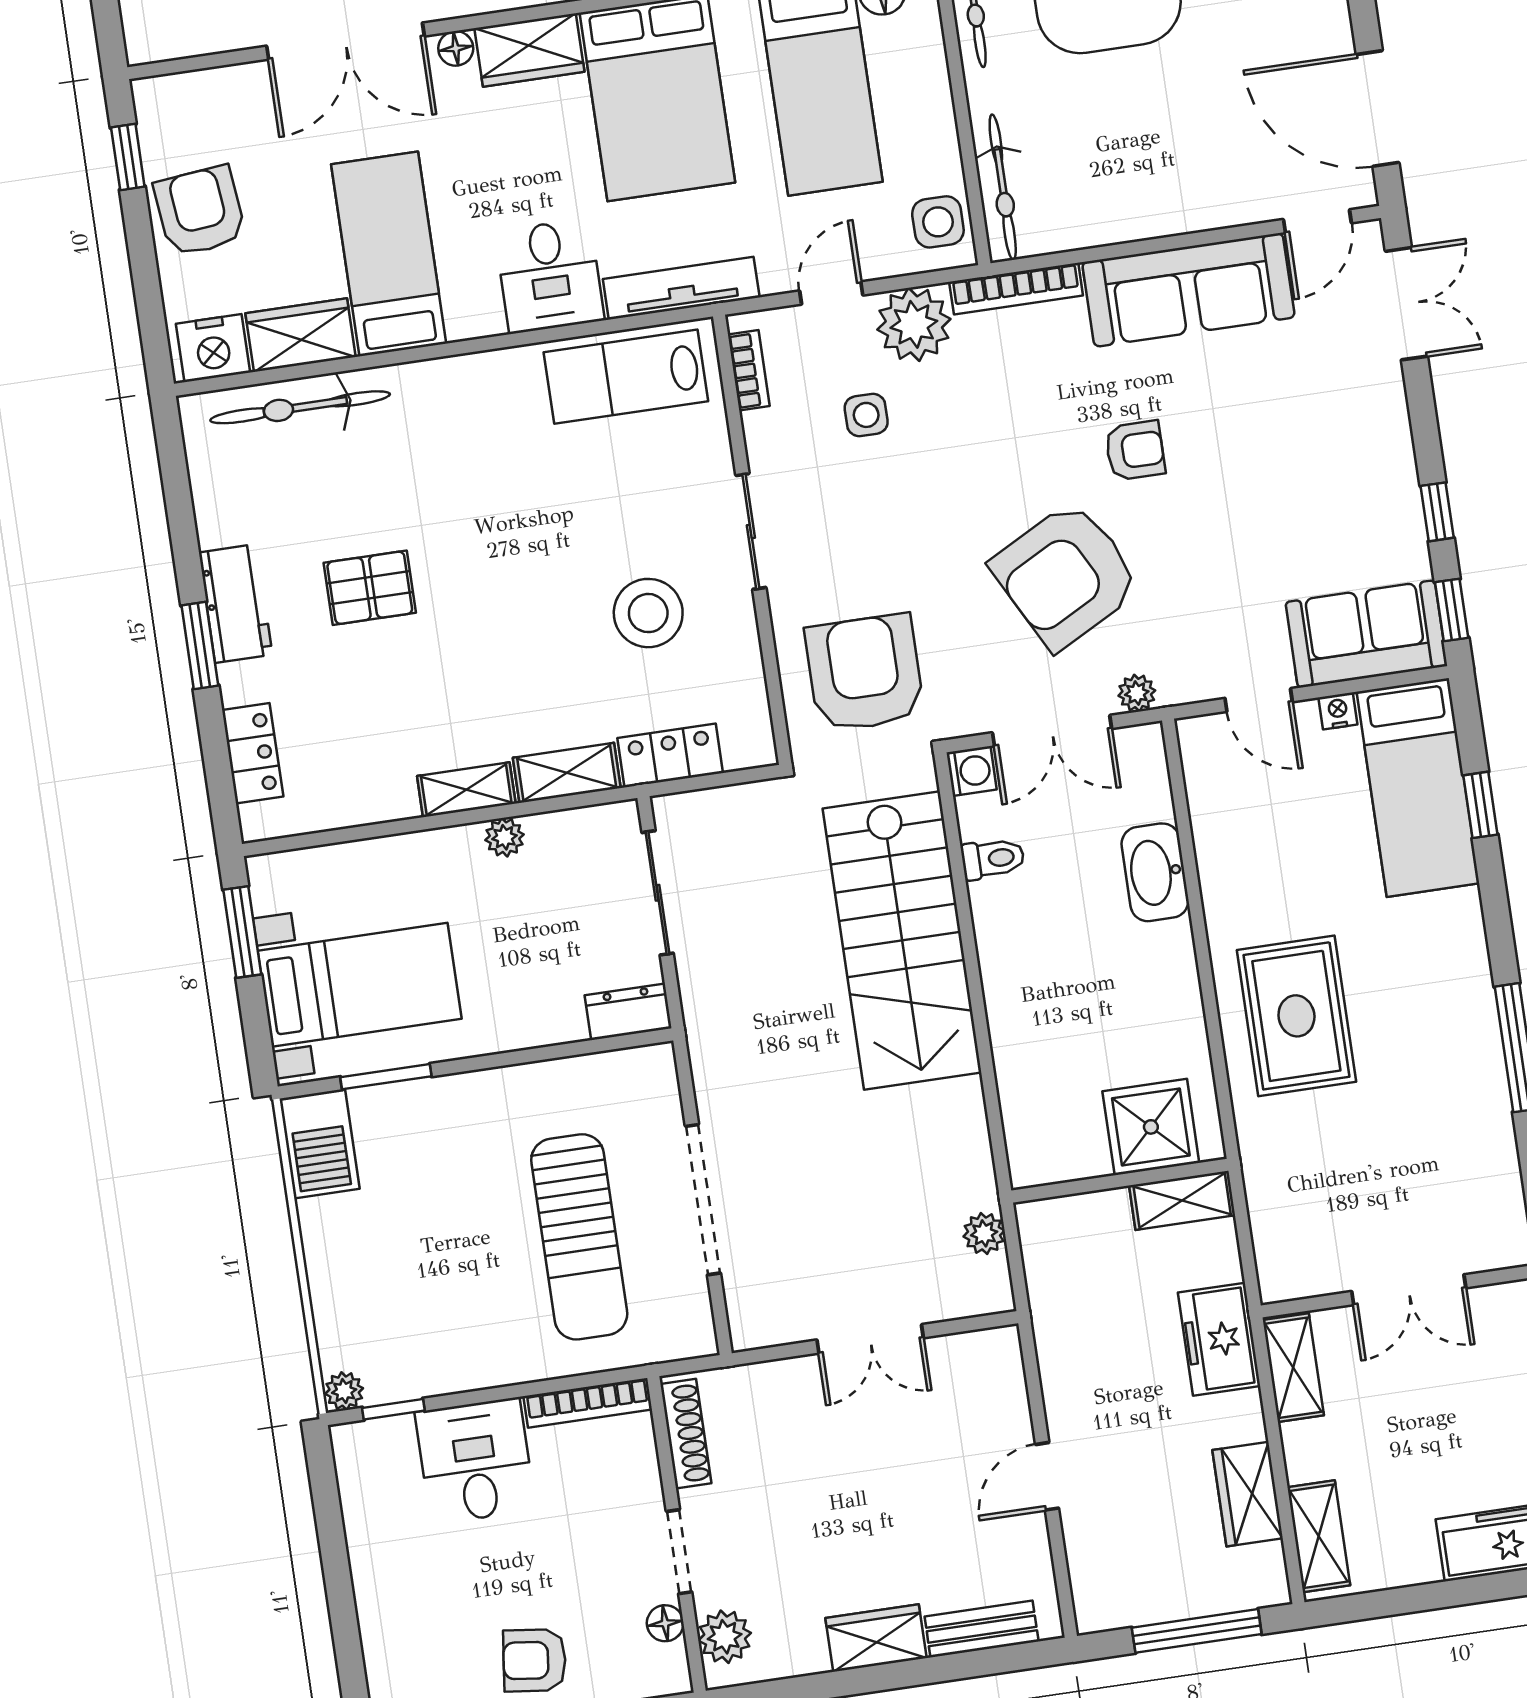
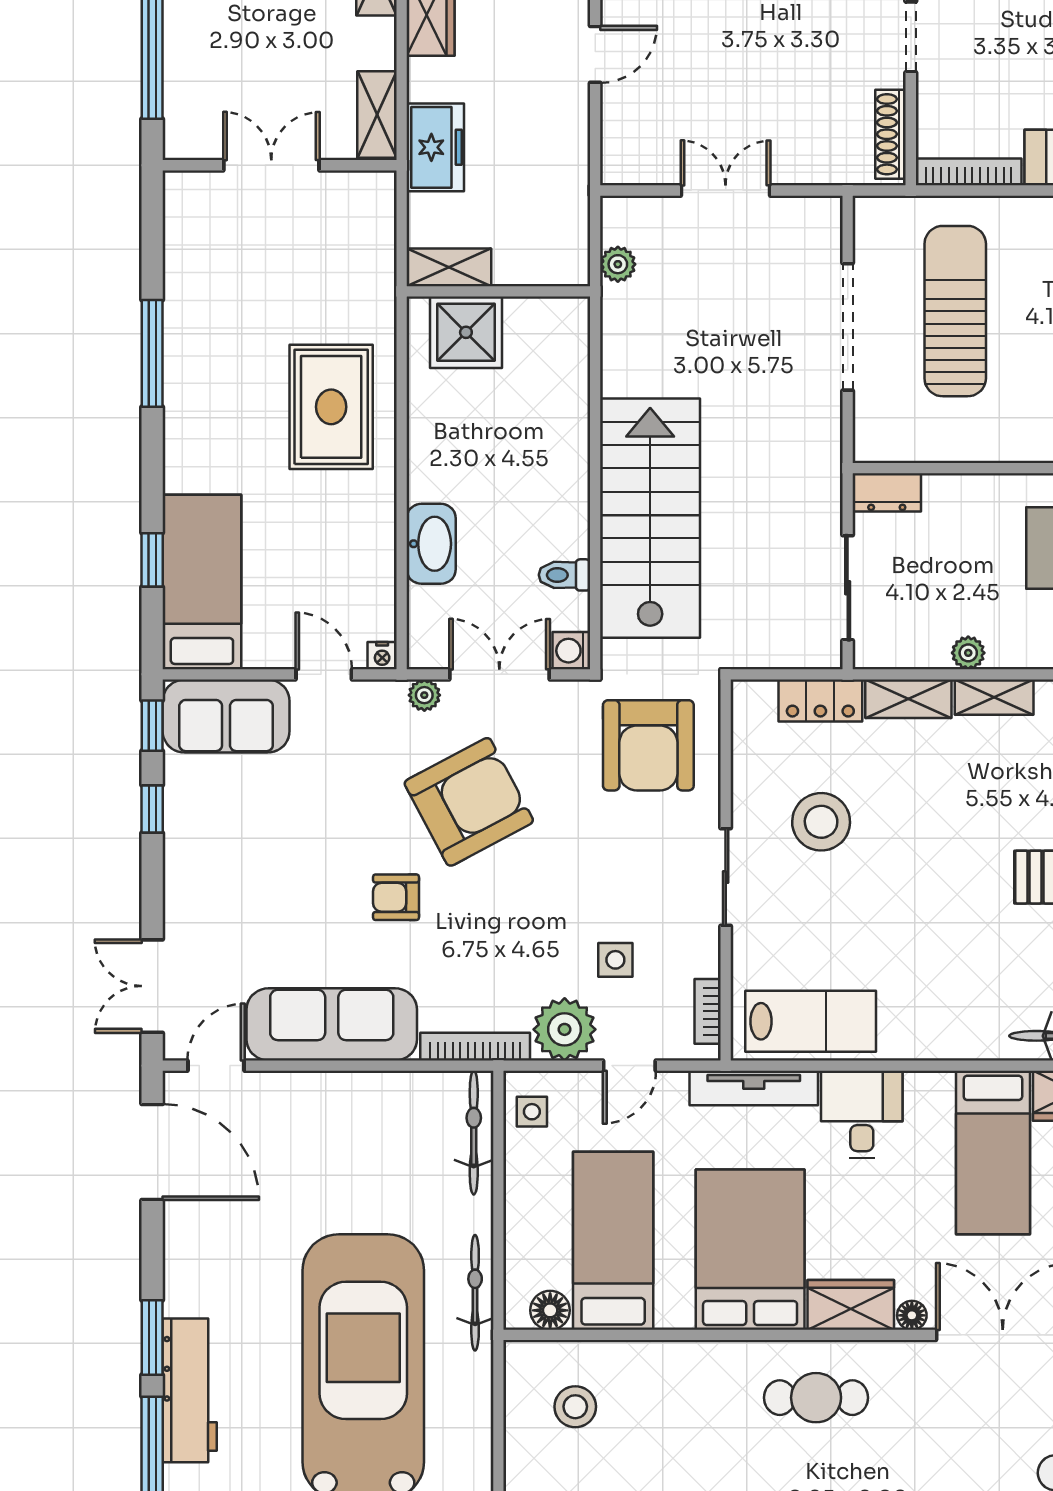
side table: (938, 222) -> (532, 1112), width x0.73, depth x0.73
nightstand: (1338, 711) -> (382, 656), moved

